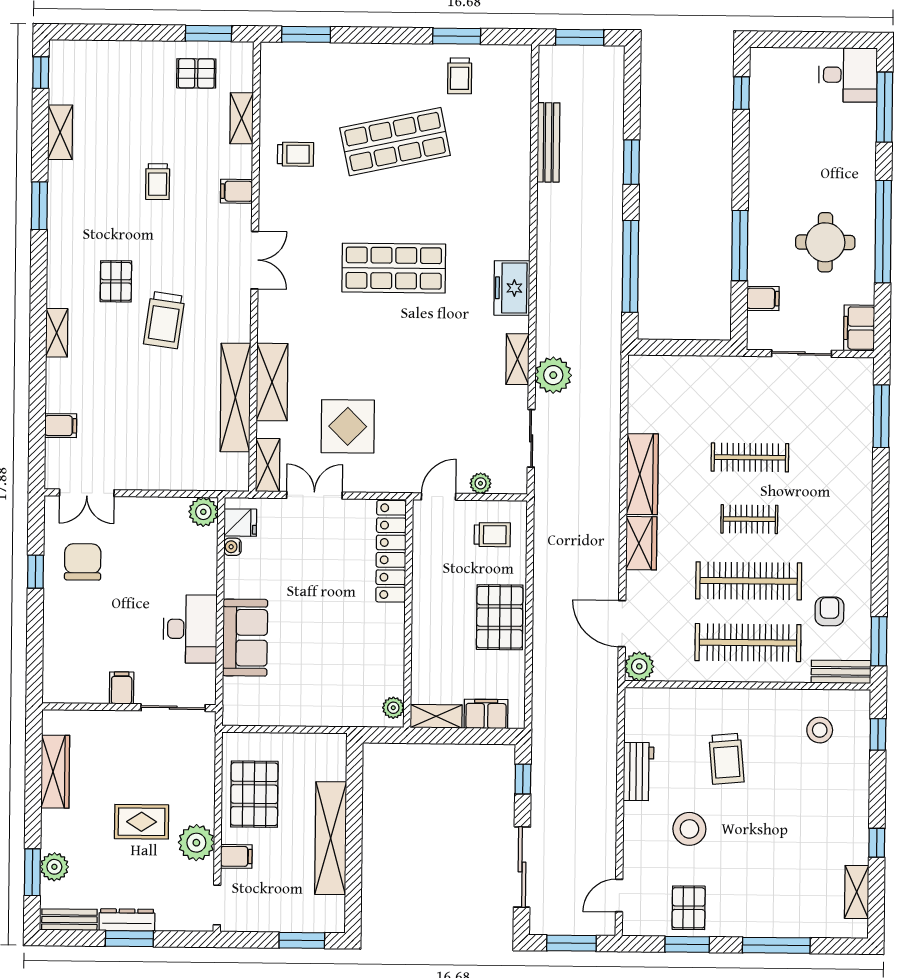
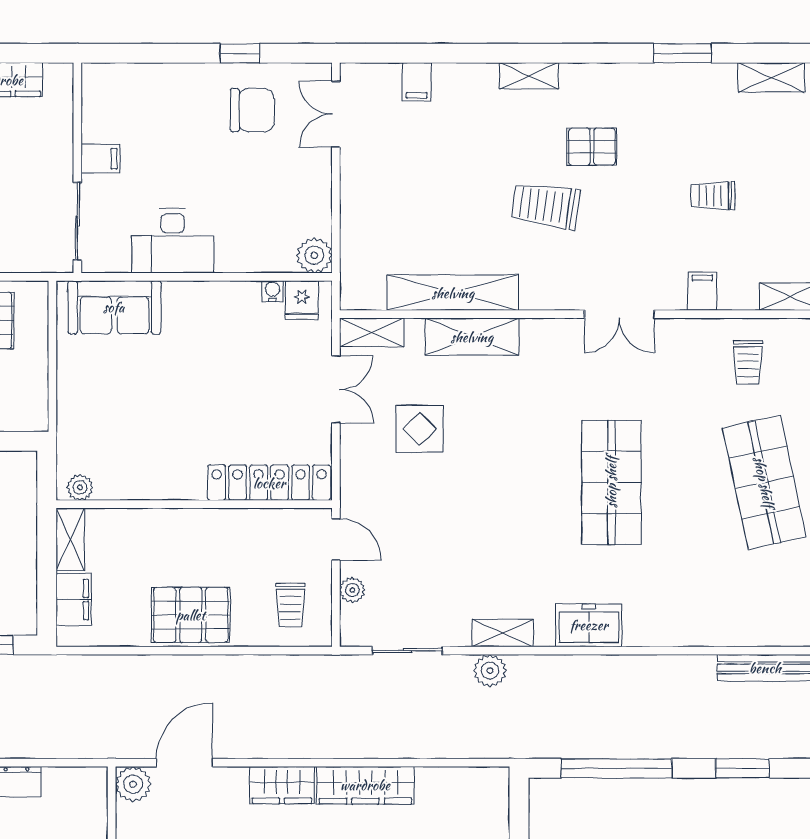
plant: (553, 375) -> (490, 671), width x0.73, depth x0.73
display table: (348, 426) -> (419, 429), width x0.73, depth x0.73
sofa: (245, 638) -> (114, 307), moved

